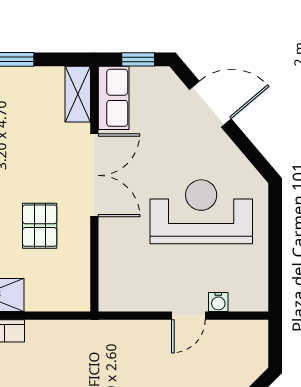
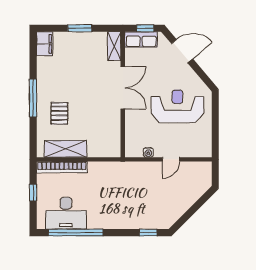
row of seats: (114, 98) -> (141, 39), moved, turned 90
pallet: (40, 226) -> (95, 113), removed
water cooler: (218, 302) -> (148, 152), moved

